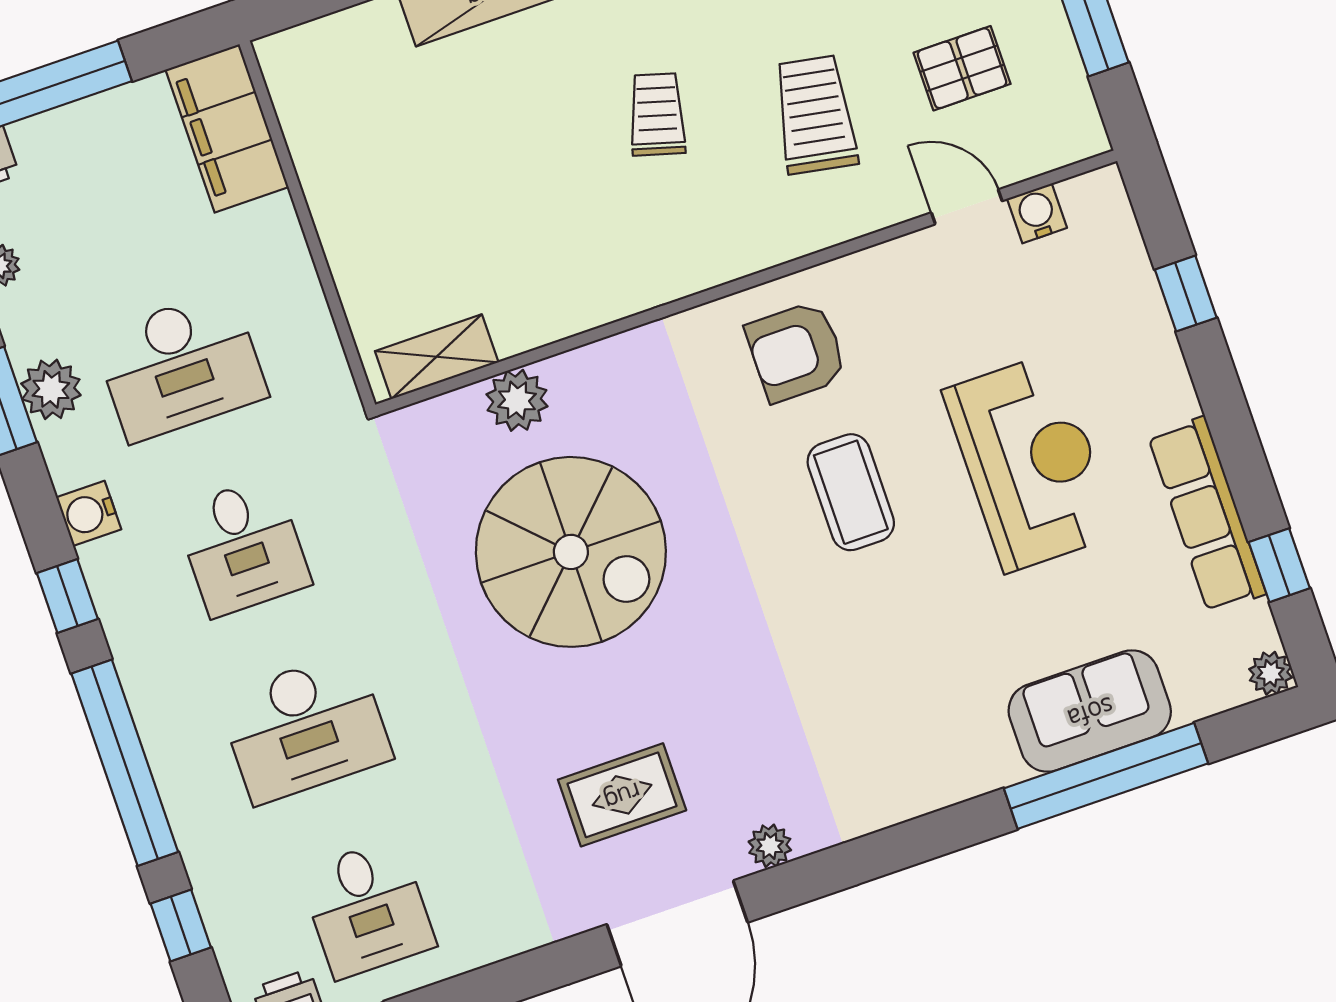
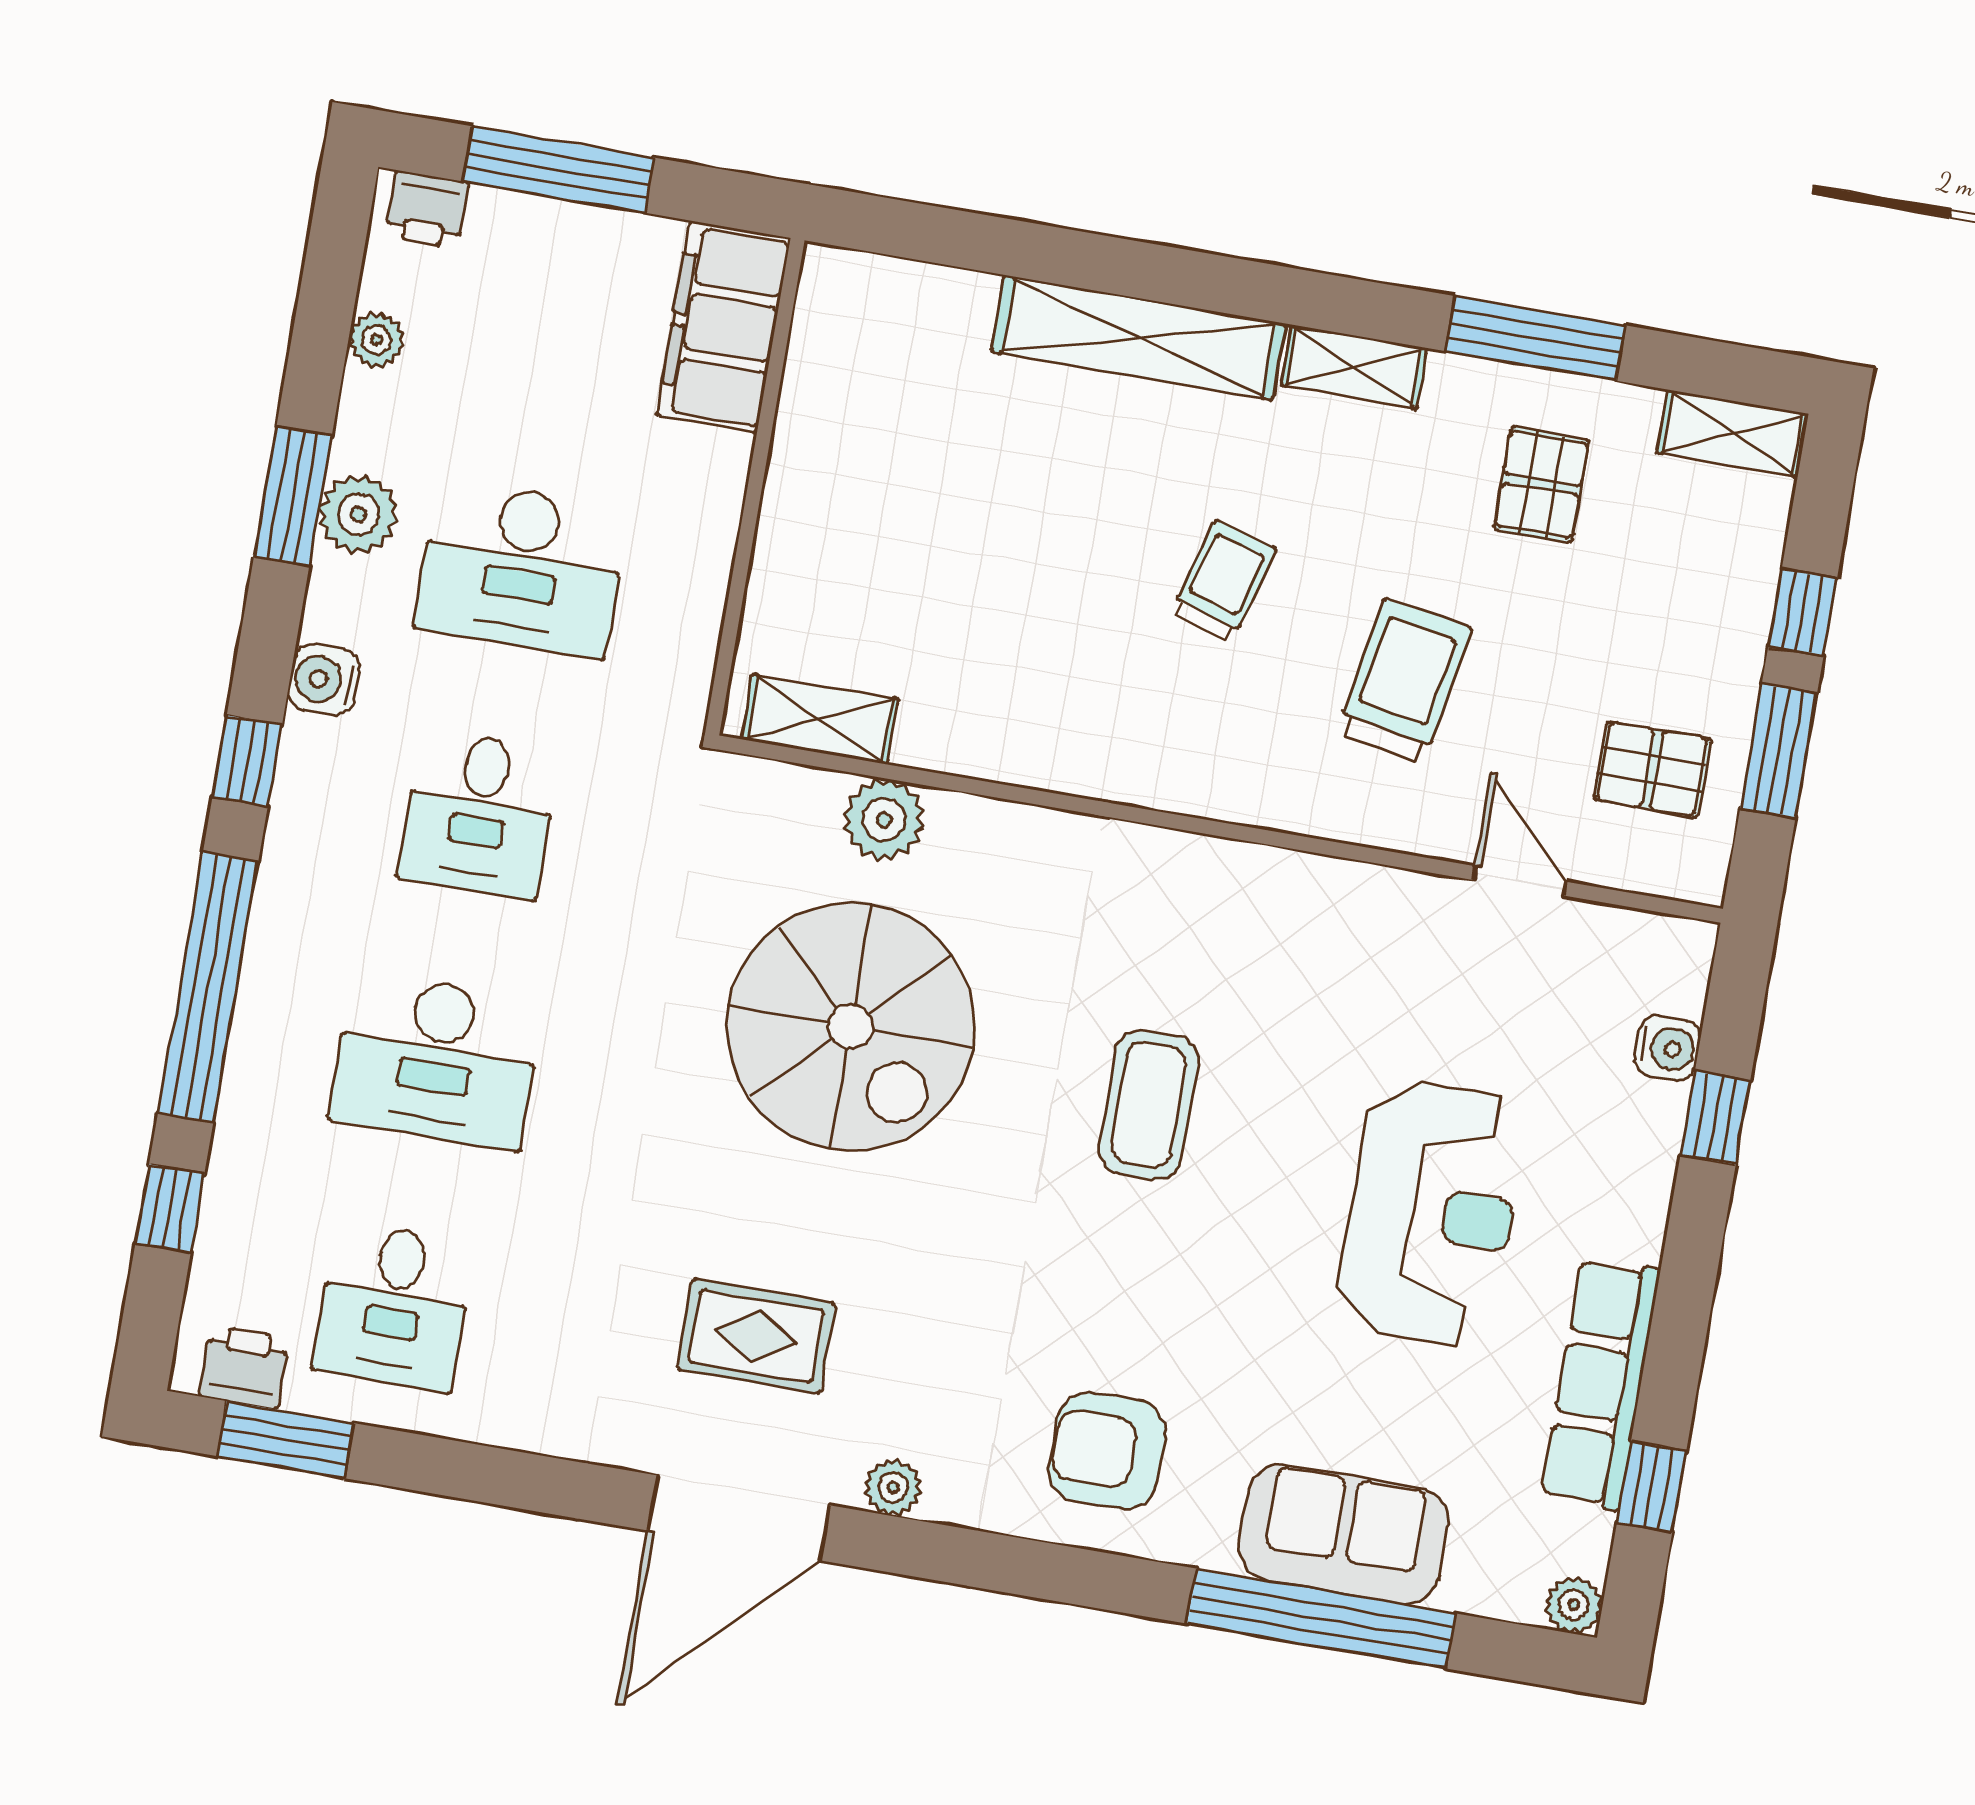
pallet: (962, 68) -> (1652, 769), moved
water cooler: (1037, 213) -> (1668, 1048), moved, turned 90
armchair: (796, 352) -> (1107, 1451), moved
coffee table: (851, 492) -> (1149, 1105), moved

